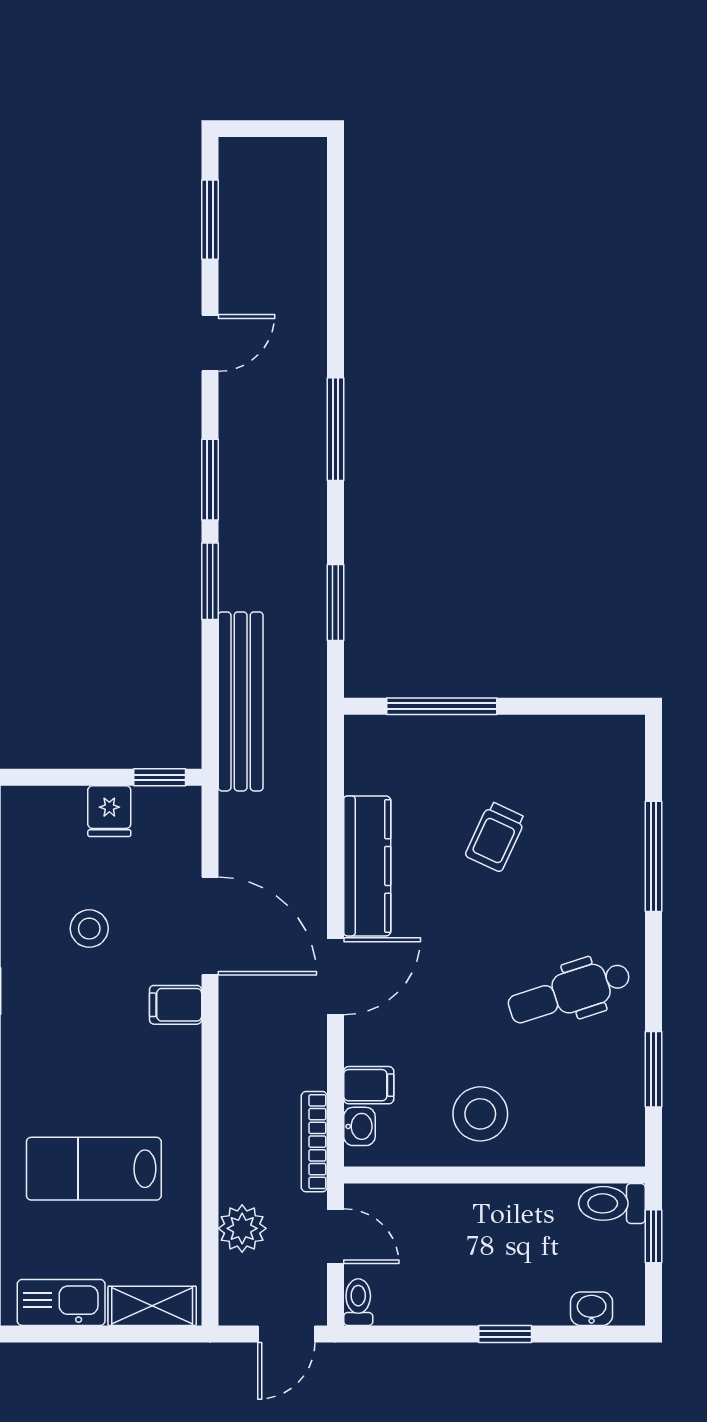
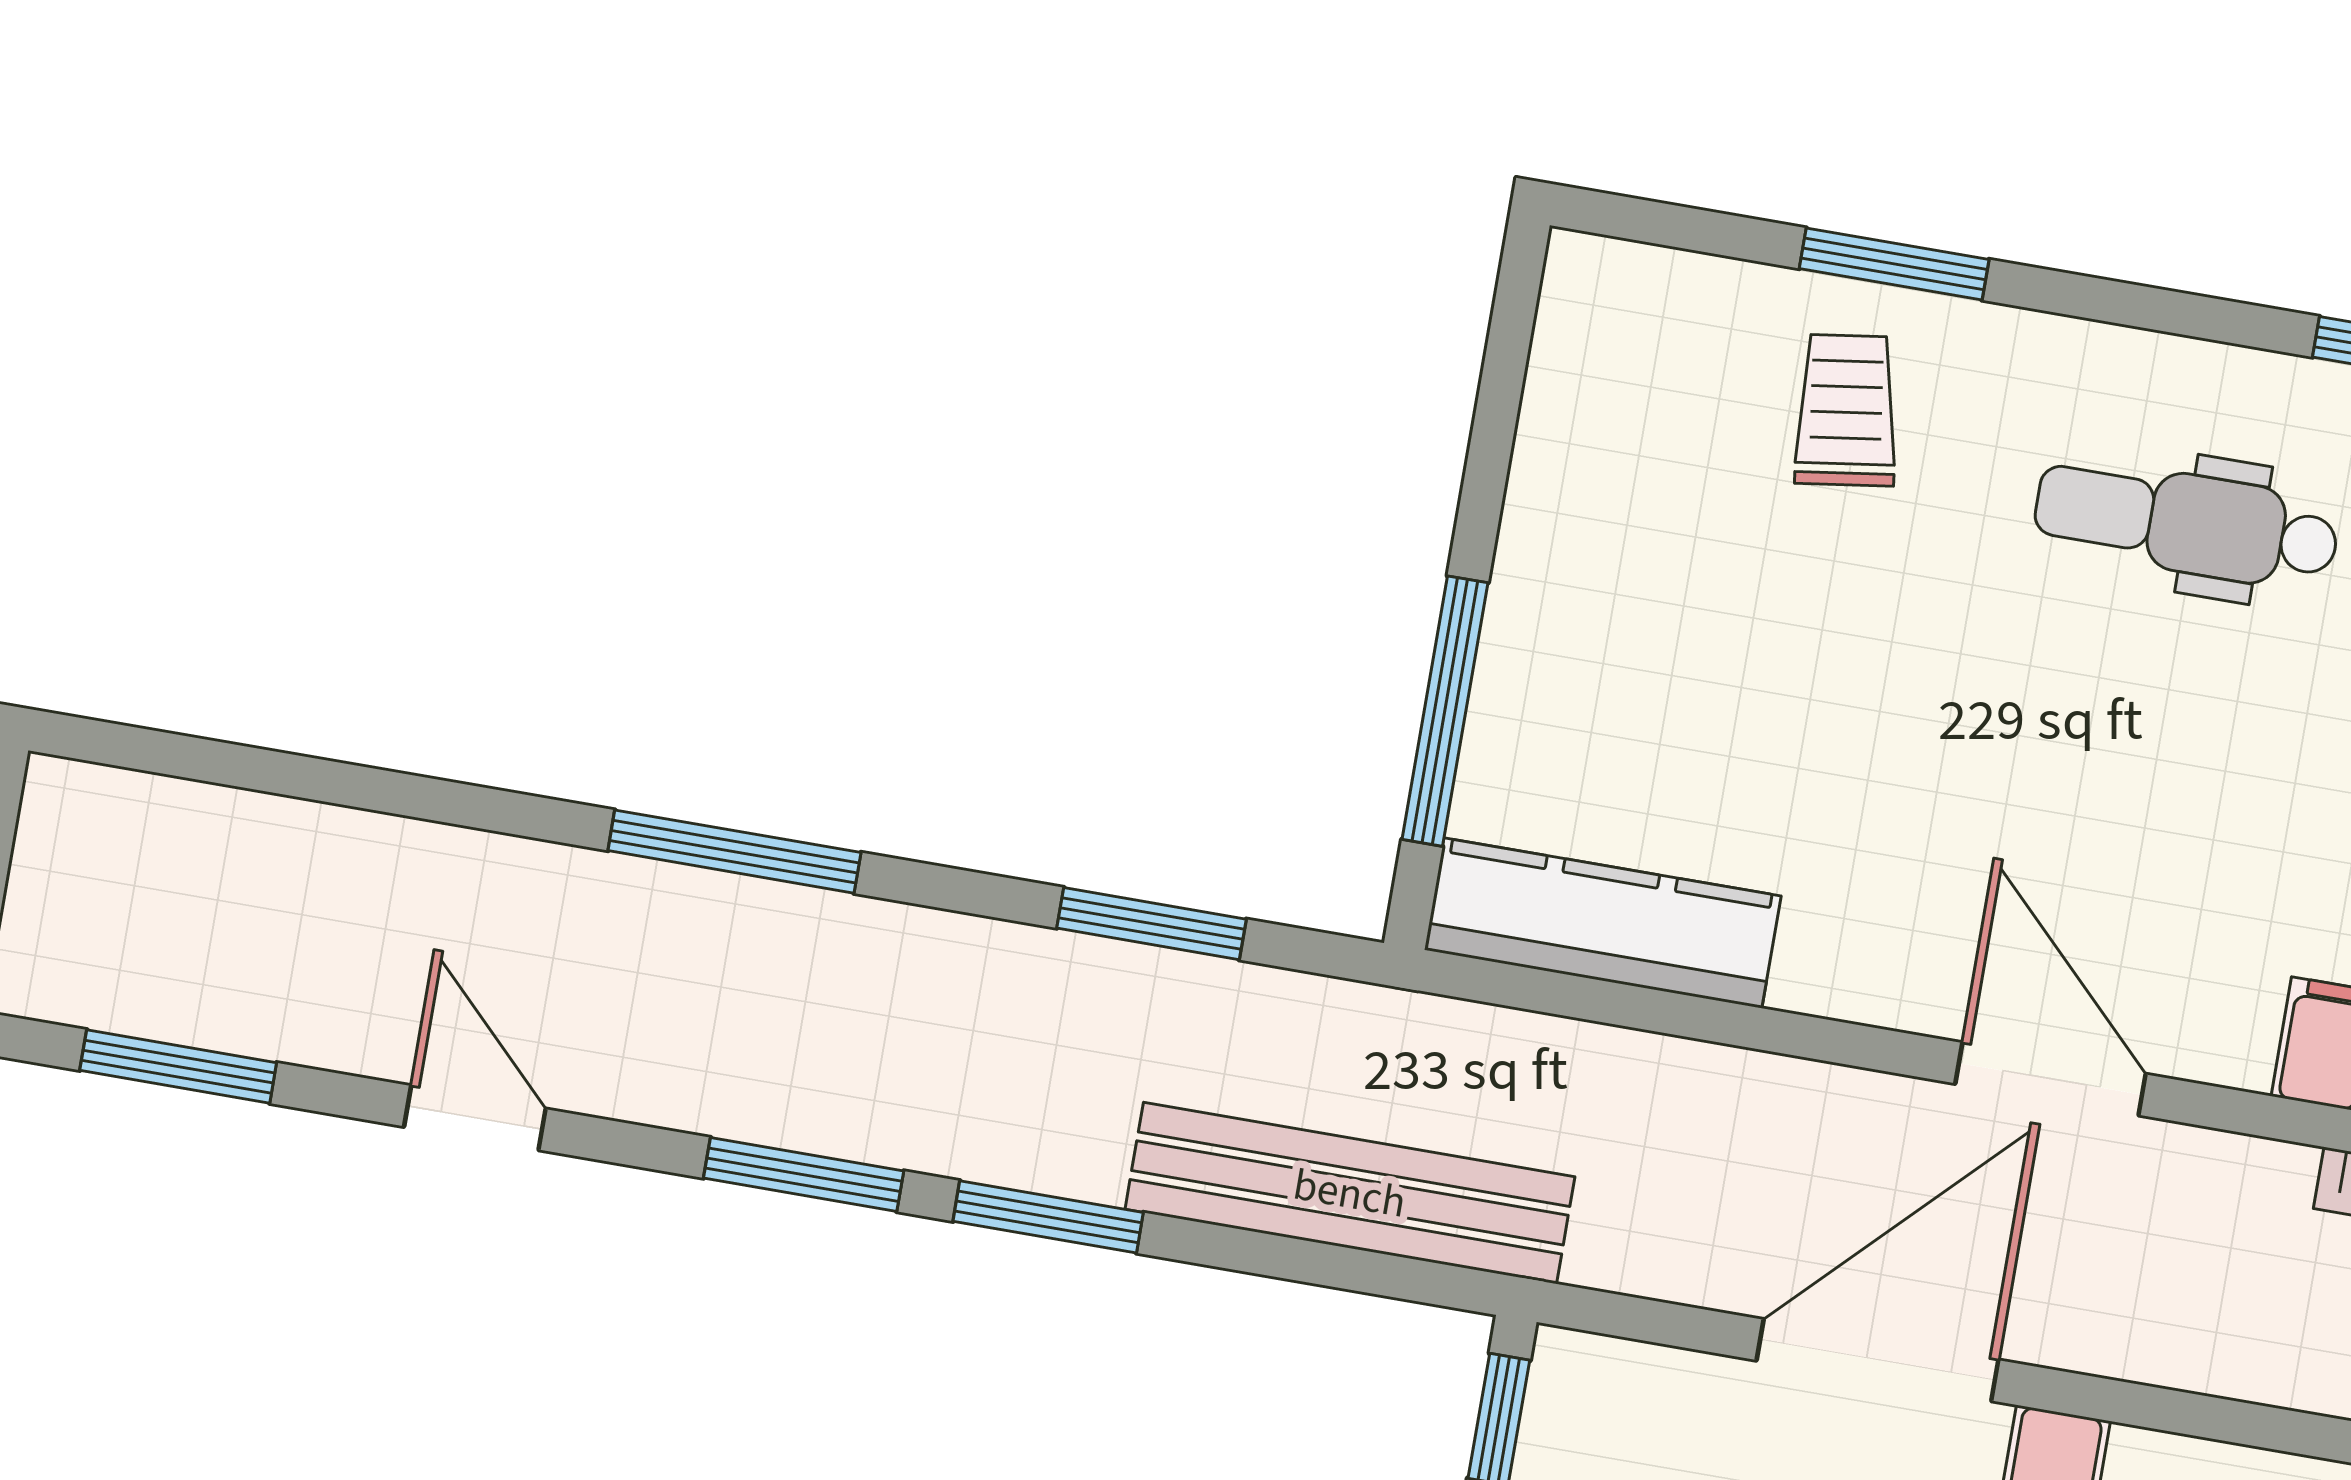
trolley: (496, 837) -> (1846, 410), moved, turned -123
window: (654, 856) -> (1894, 264), width x0.69
kitchen counter: (367, 866) -> (1603, 923), moved
dental chair: (569, 992) -> (2186, 523), turned 108

